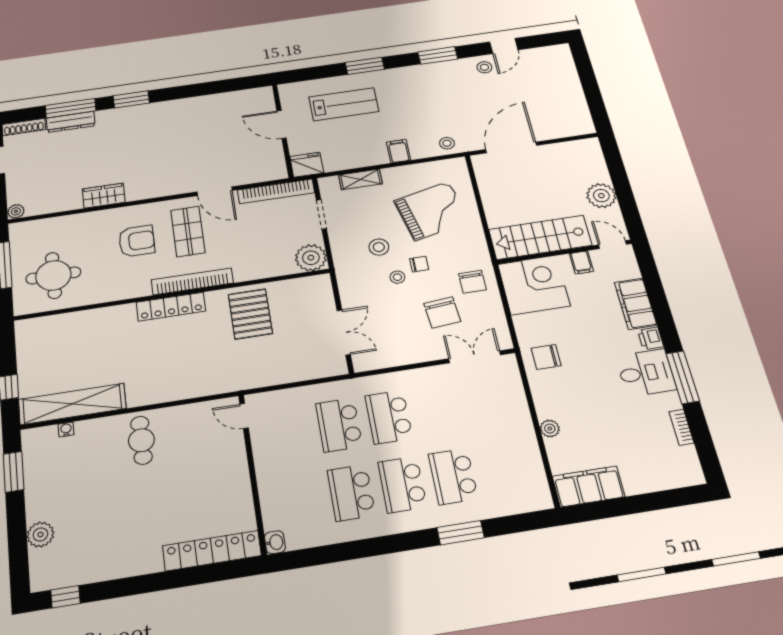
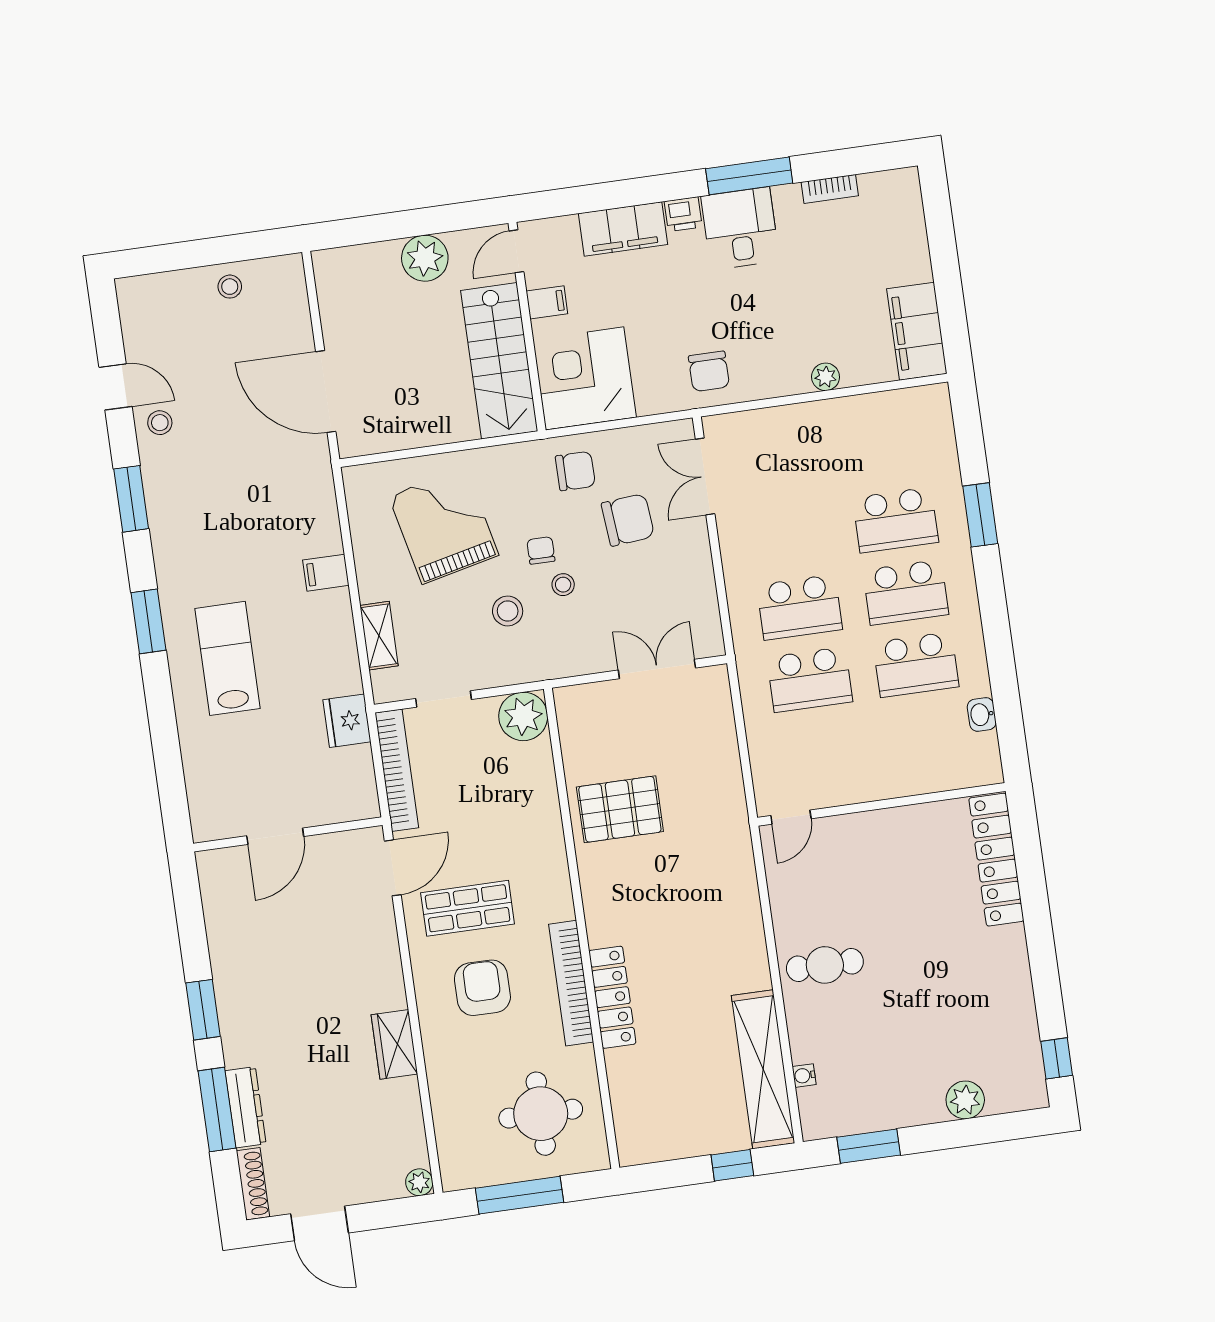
door: (282, 124) -> (275, 836), moved
wall: (283, 131) -> (288, 834), moved
stool: (447, 143) -> (230, 287), moved
bookcase: (192, 281) -> (571, 983), moved
locker: (171, 307) -> (612, 997), moved
washbasin: (275, 542) -> (982, 714), moved, turned -90

